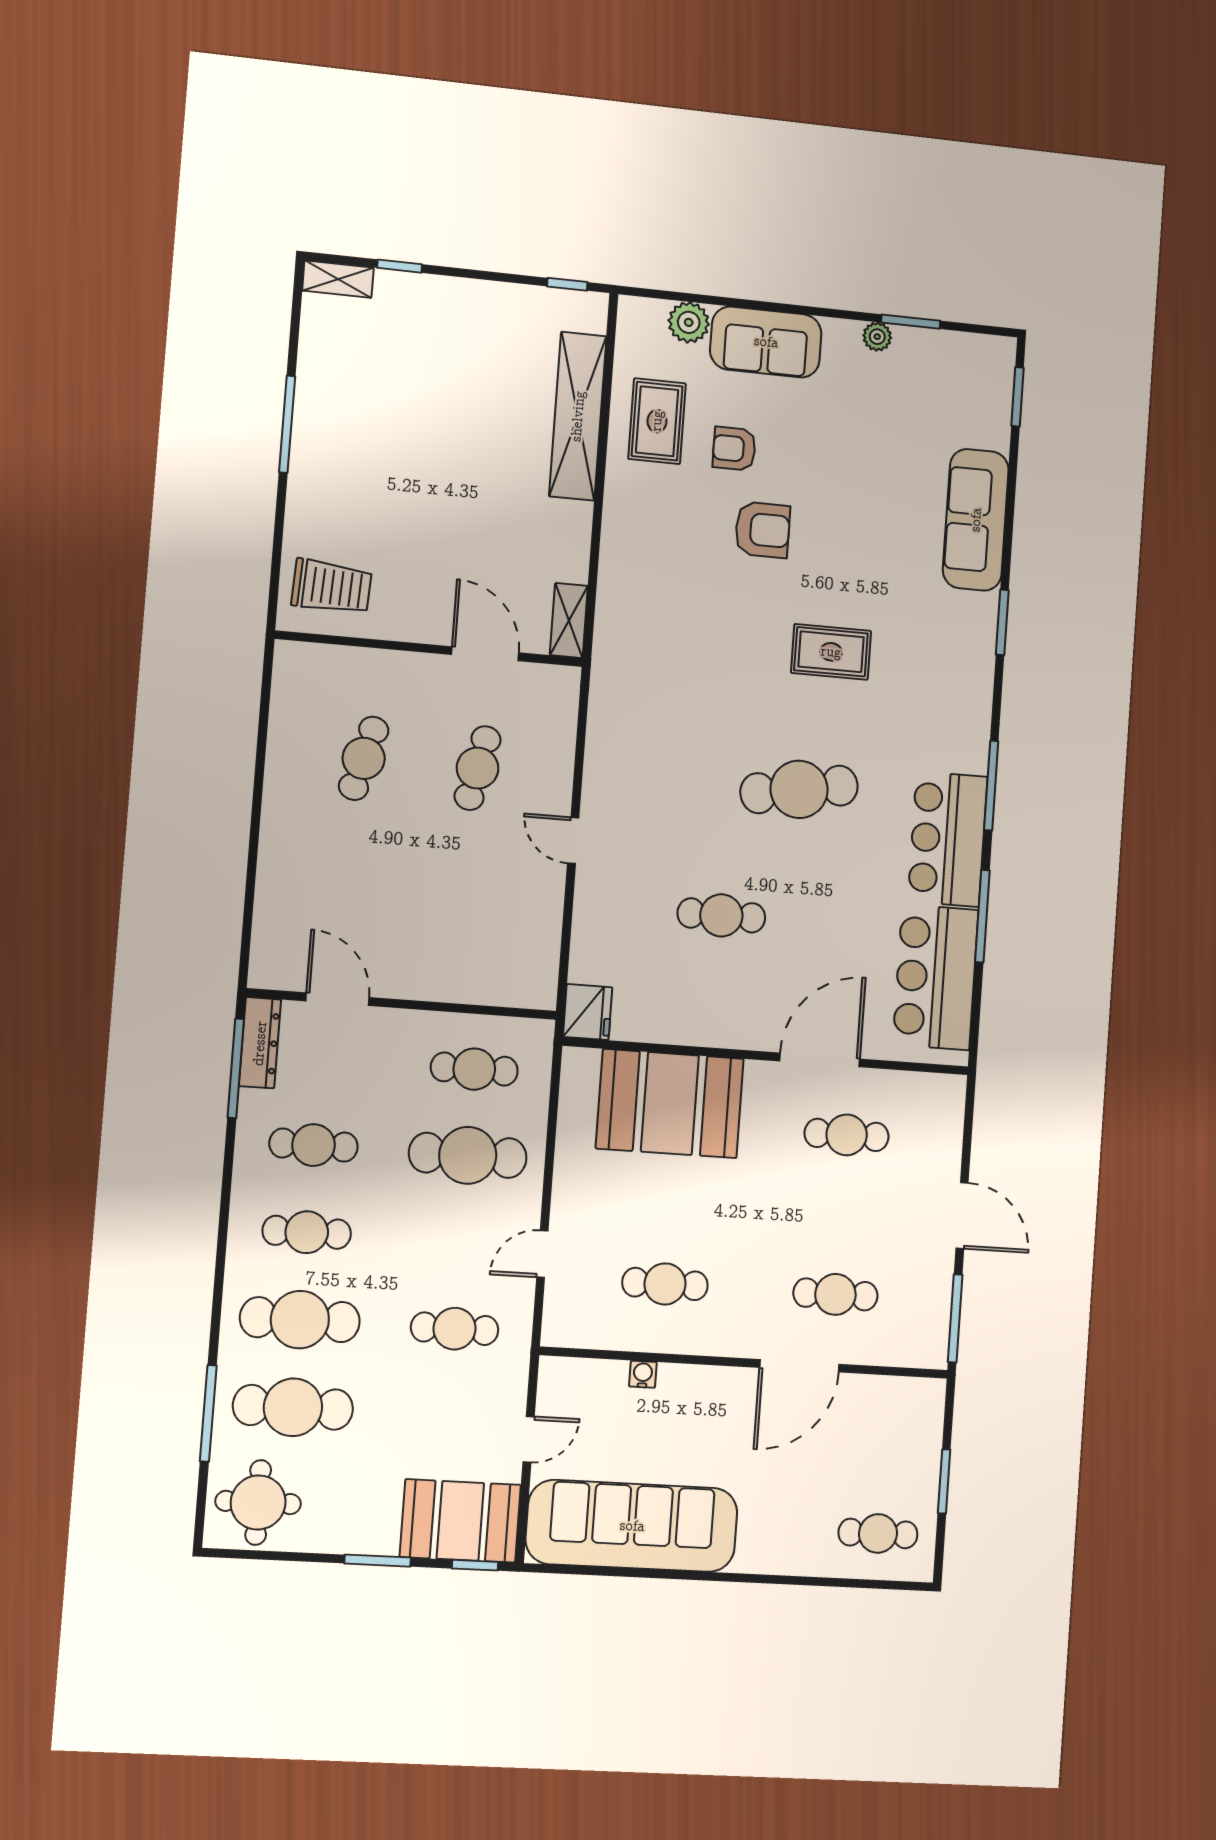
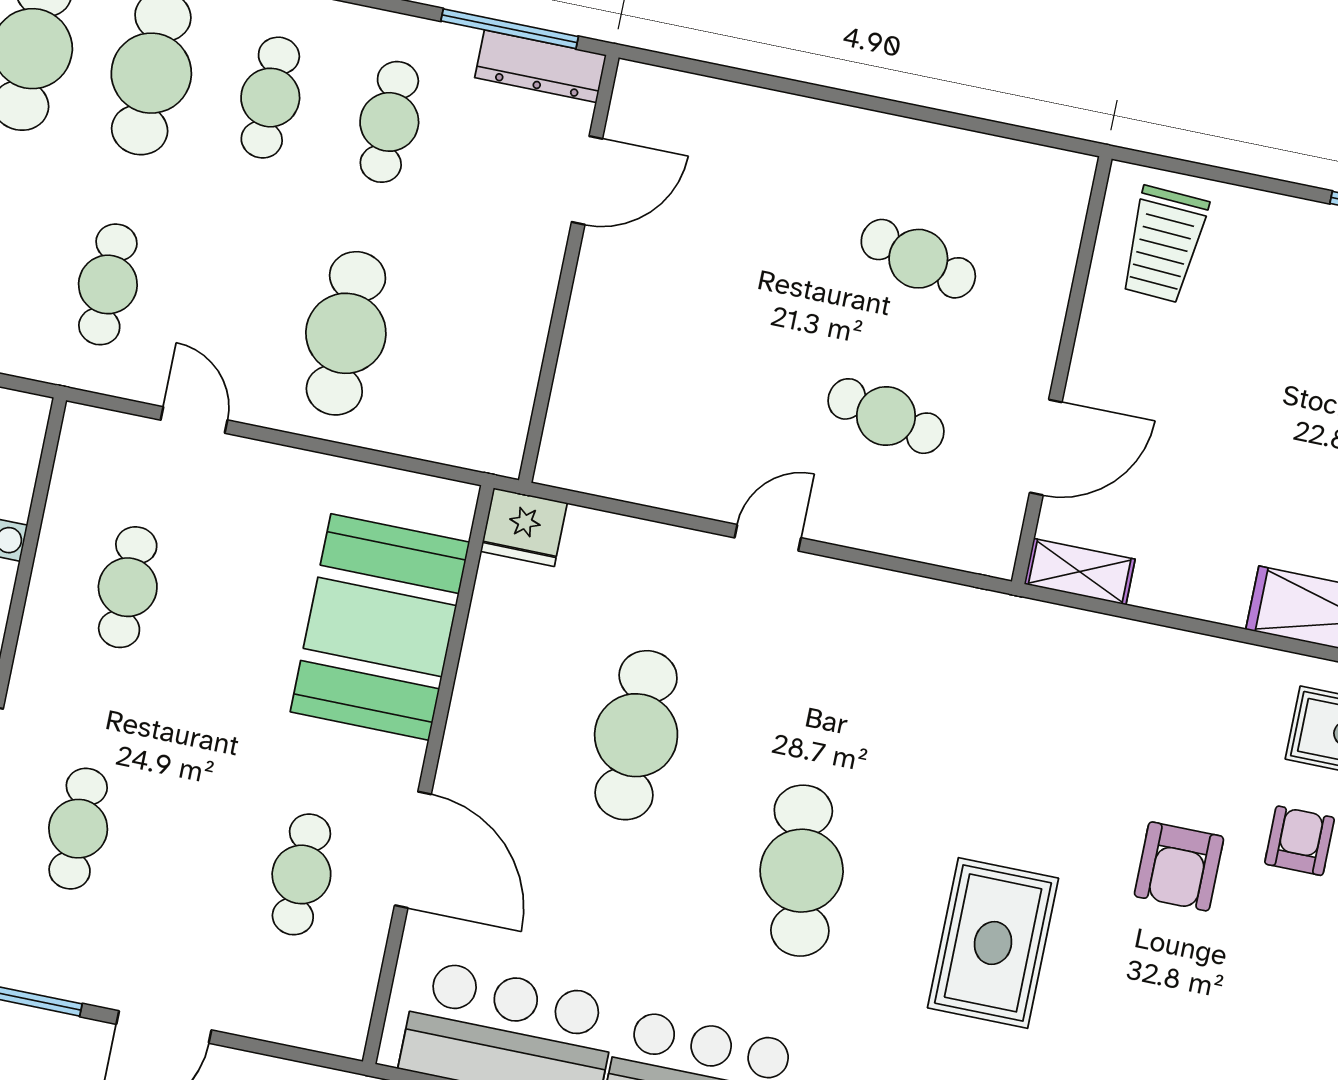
rug: (831, 652) -> (993, 943), width x1.36, depth x1.43
cafe table: (721, 915) -> (636, 735), width x1.37, depth x1.35
cafe table: (474, 1069) -> (465, 358), removed

